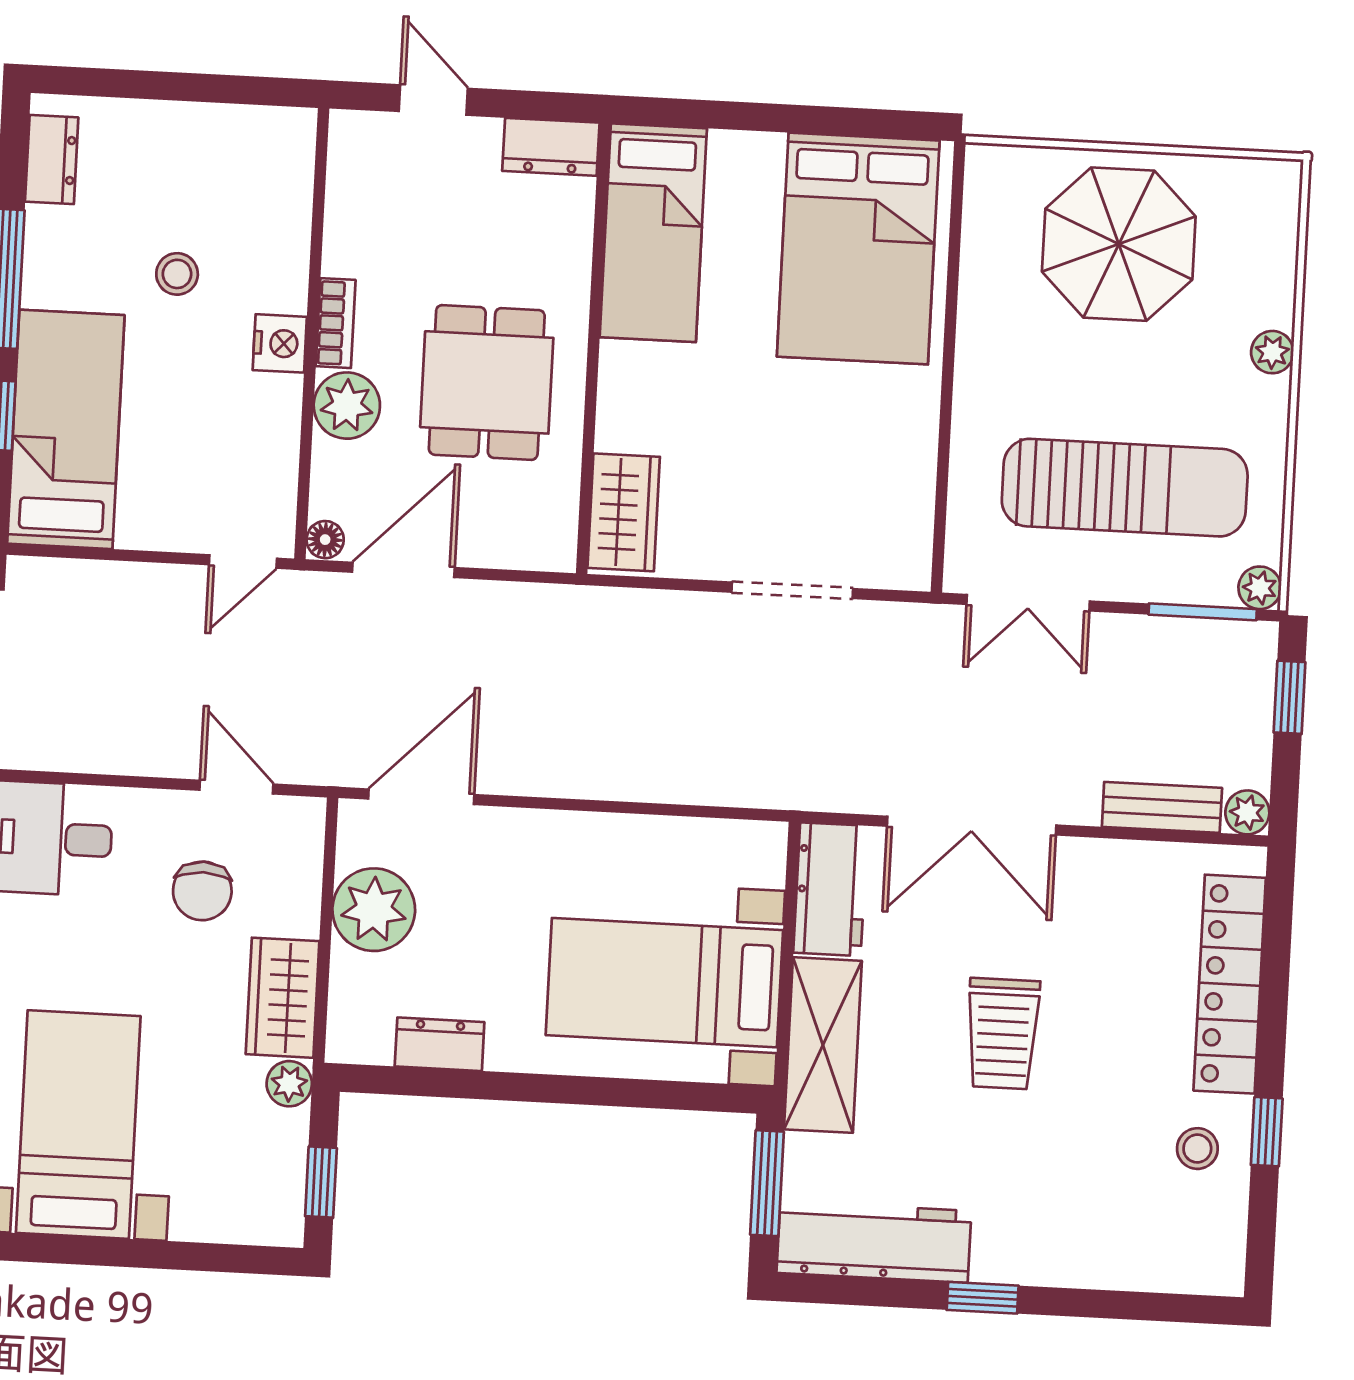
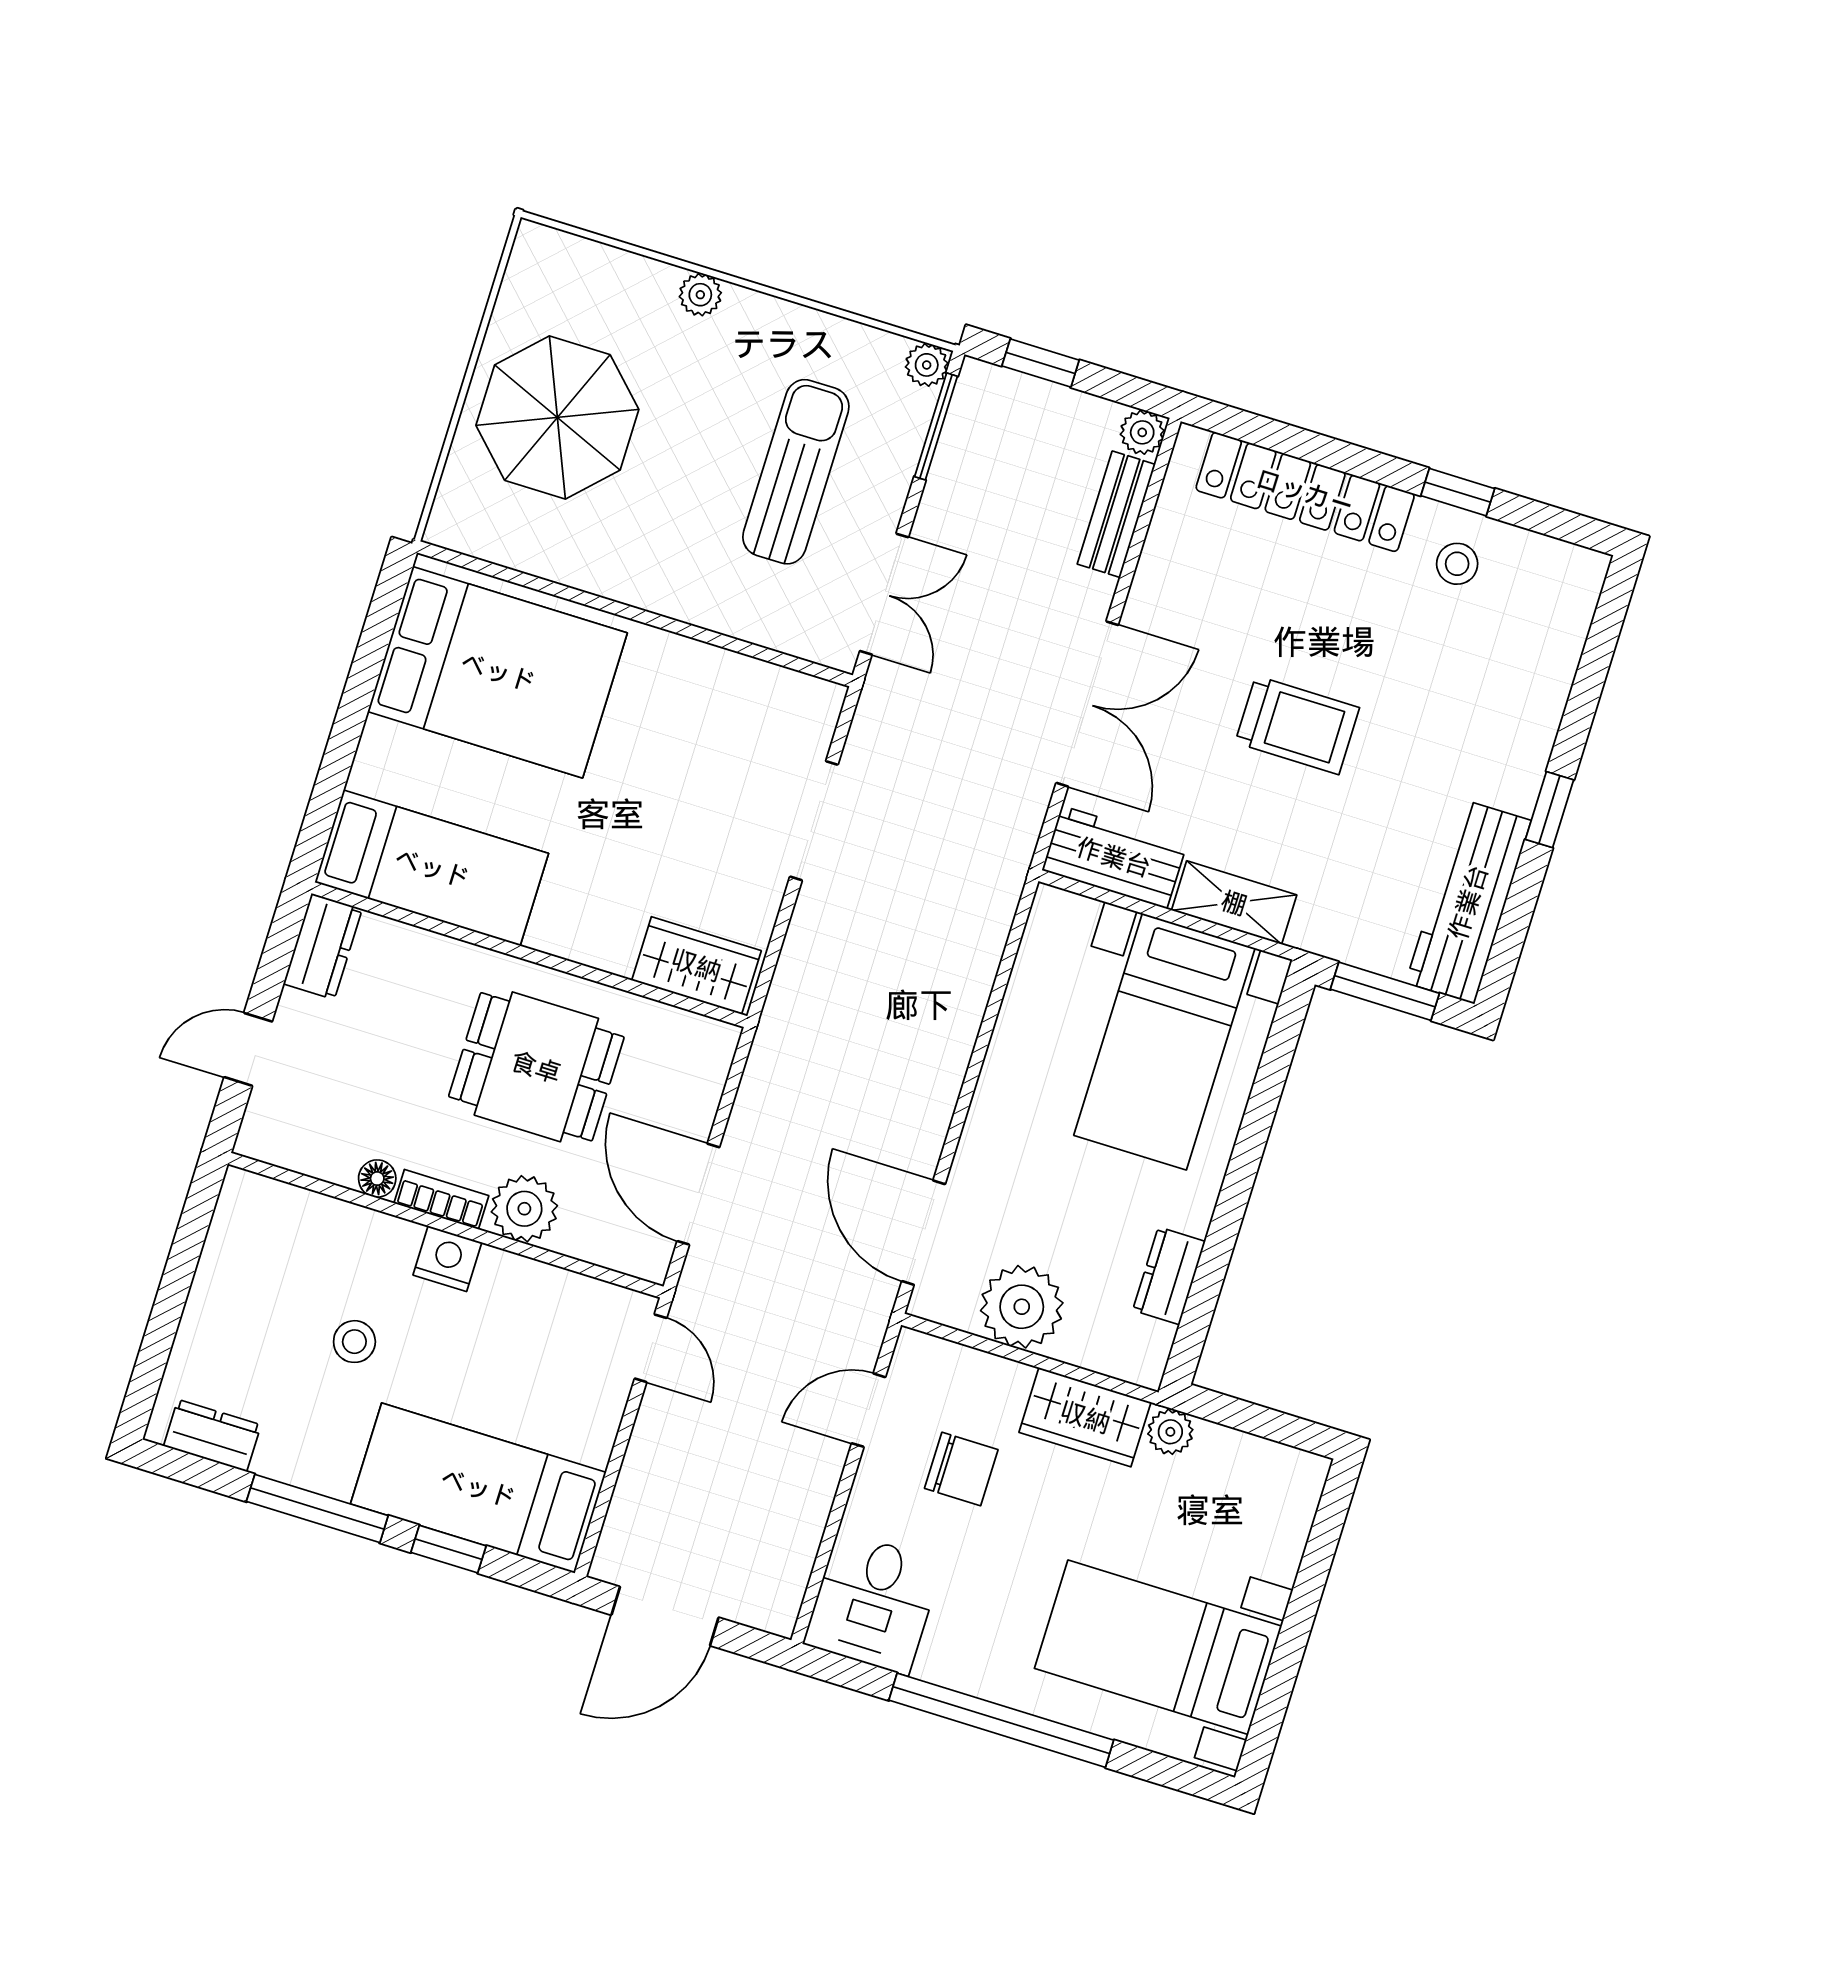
sun lounger: (1125, 488) -> (796, 472), width x0.73, depth x0.75
floor lamp: (325, 540) -> (377, 1179), moved
shelving: (823, 1045) -> (1234, 903), width x0.67, depth x0.75
window: (321, 1182) -> (1274, 1425), removed

